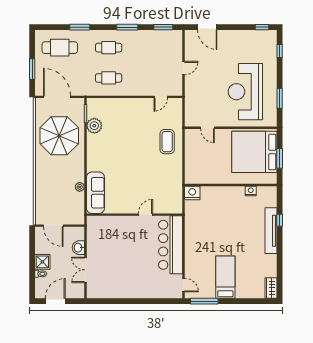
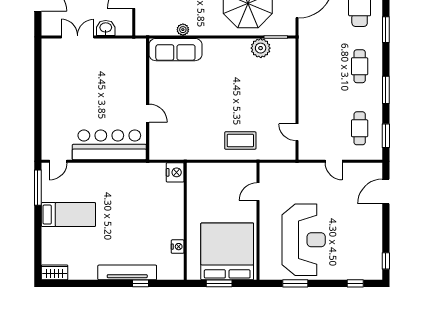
cafe table: (109, 78) -> (360, 128), moved
reception desk: (245, 92) -> (304, 240), turned 90

